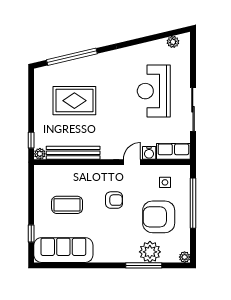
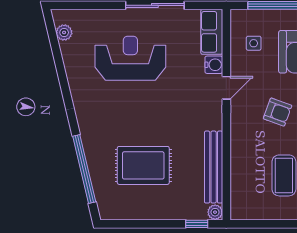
reception desk: (154, 91) -> (130, 58), turned 180
rug: (74, 101) -> (143, 165), turned 90
door: (132, 162) -> (226, 88), swing flipped
armchair: (114, 200) -> (278, 112), turned 110

